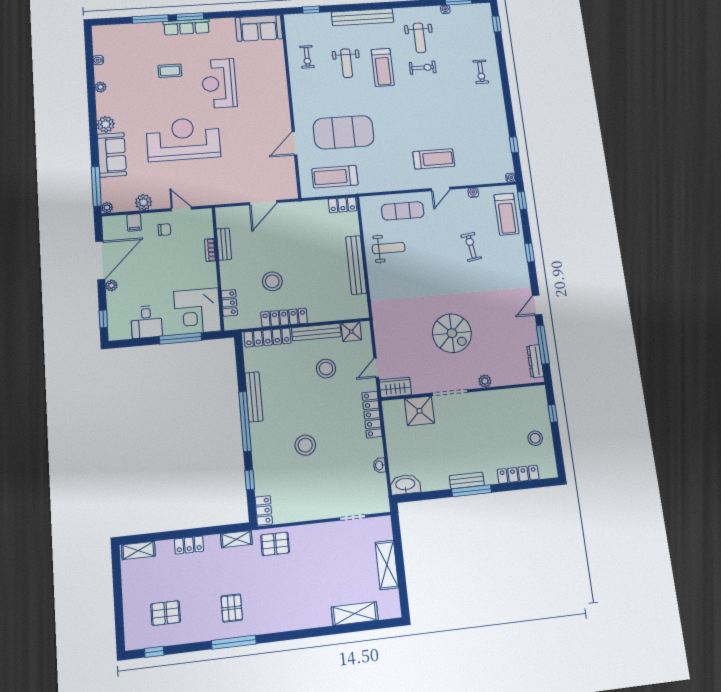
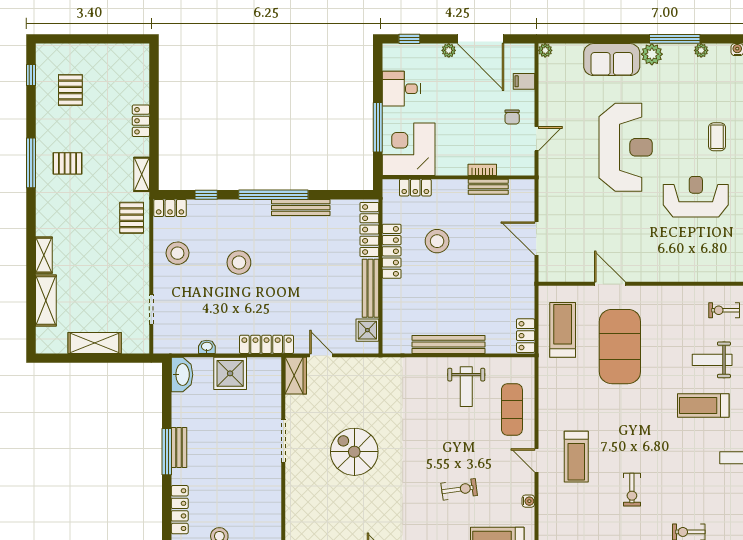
exercise bike: (423, 68) -> (632, 490), moved
window: (96, 186) -> (675, 39), moved
plant: (144, 202) -> (548, 94), removed
spiral stairs: (452, 333) -> (354, 452), turned 90
stool: (326, 369) -> (177, 253), moved
plant: (485, 381) -> (293, 485), removed
shower: (419, 411) -> (230, 373), moved
shelving: (138, 550) -> (44, 255), moved

